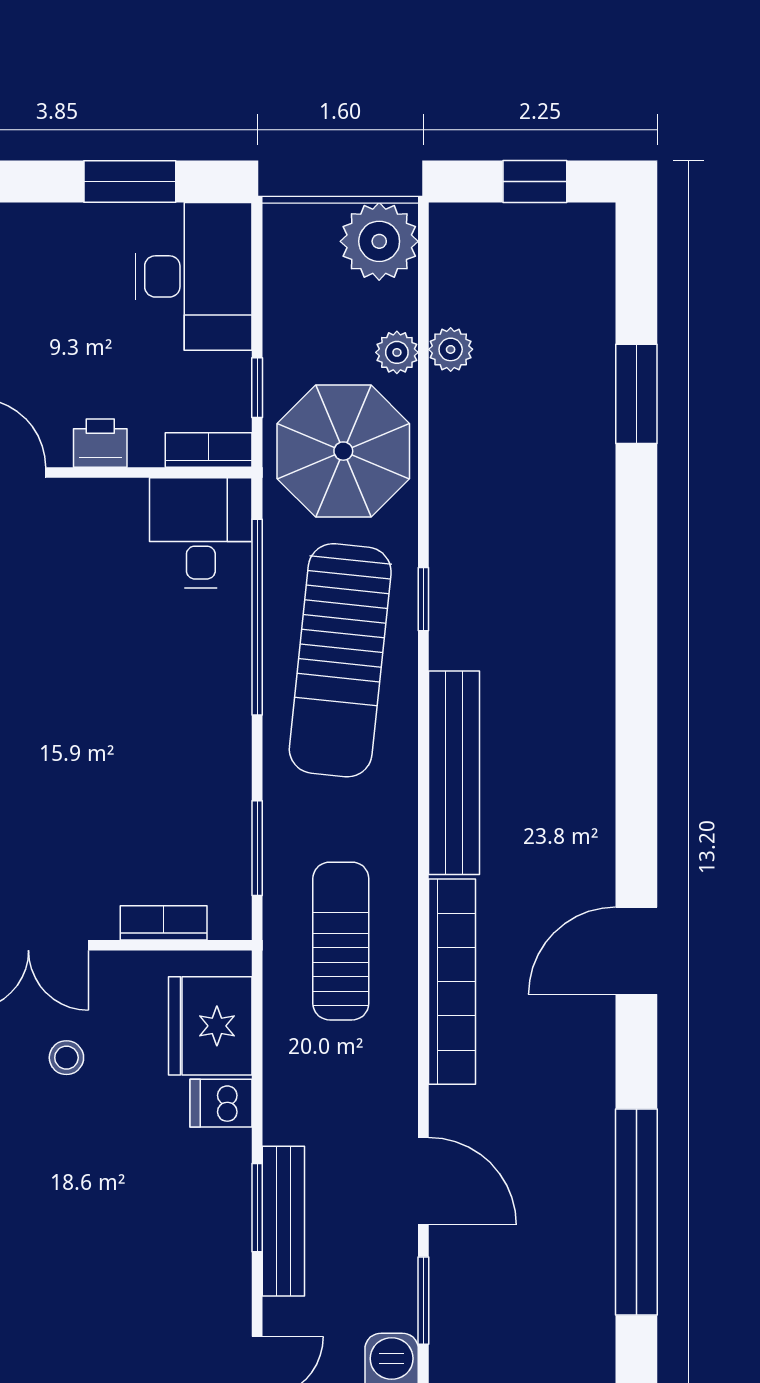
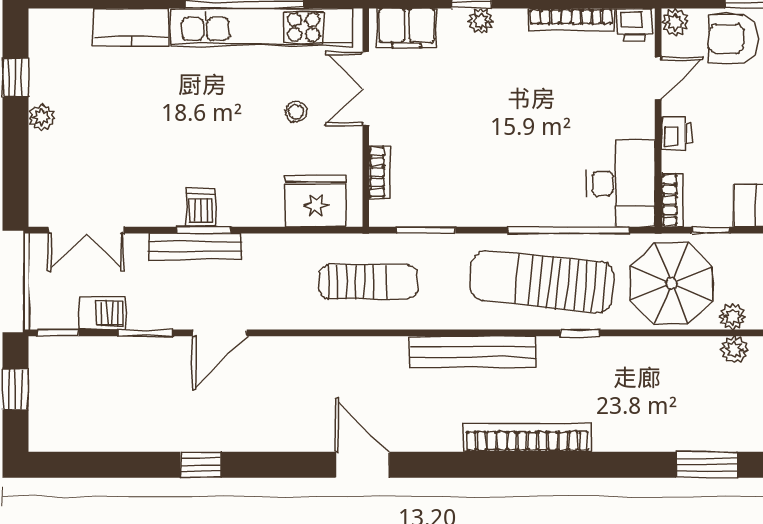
desk: (201, 533) -> (621, 183), width x1.37
bookcase: (452, 982) -> (527, 437), moved, turned 180
dishwasher: (221, 1103) -> (201, 208), moved
window: (636, 1212) -> (201, 465), width x0.32

